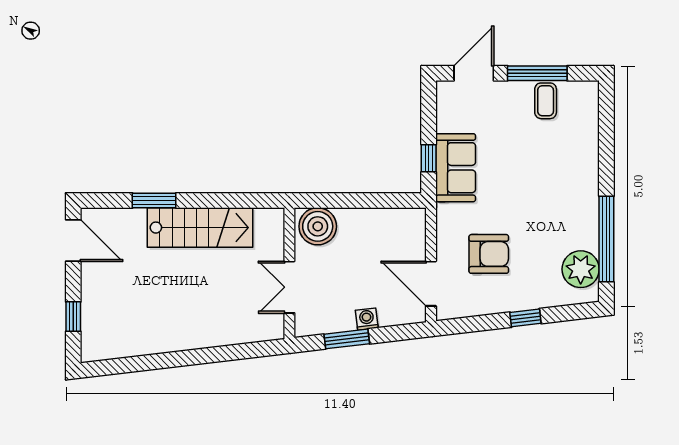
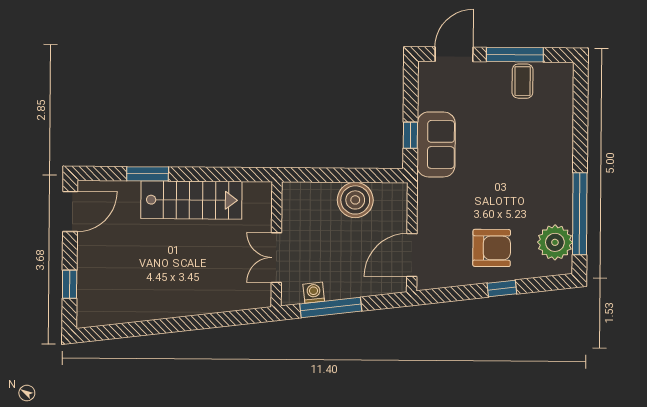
boiler: (318, 226) -> (355, 200), moved
door: (73, 240) -> (70, 211), hinge flipped
armchair: (489, 254) -> (492, 248), moved
door: (431, 284) -> (412, 255), hinge flipped
washing machine: (367, 319) -> (314, 293), moved
window: (347, 339) -> (331, 307), width x1.44

